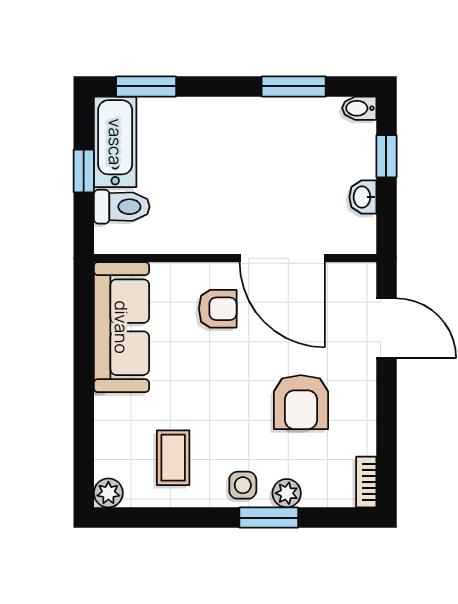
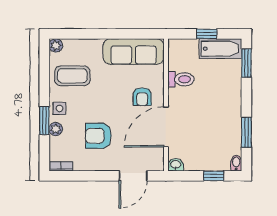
washbasin: (363, 197) -> (176, 165), moved
toilet: (122, 207) -> (181, 79), moved, turned -90
coffee table: (173, 458) -> (72, 76), width x1.36, depth x1.30

